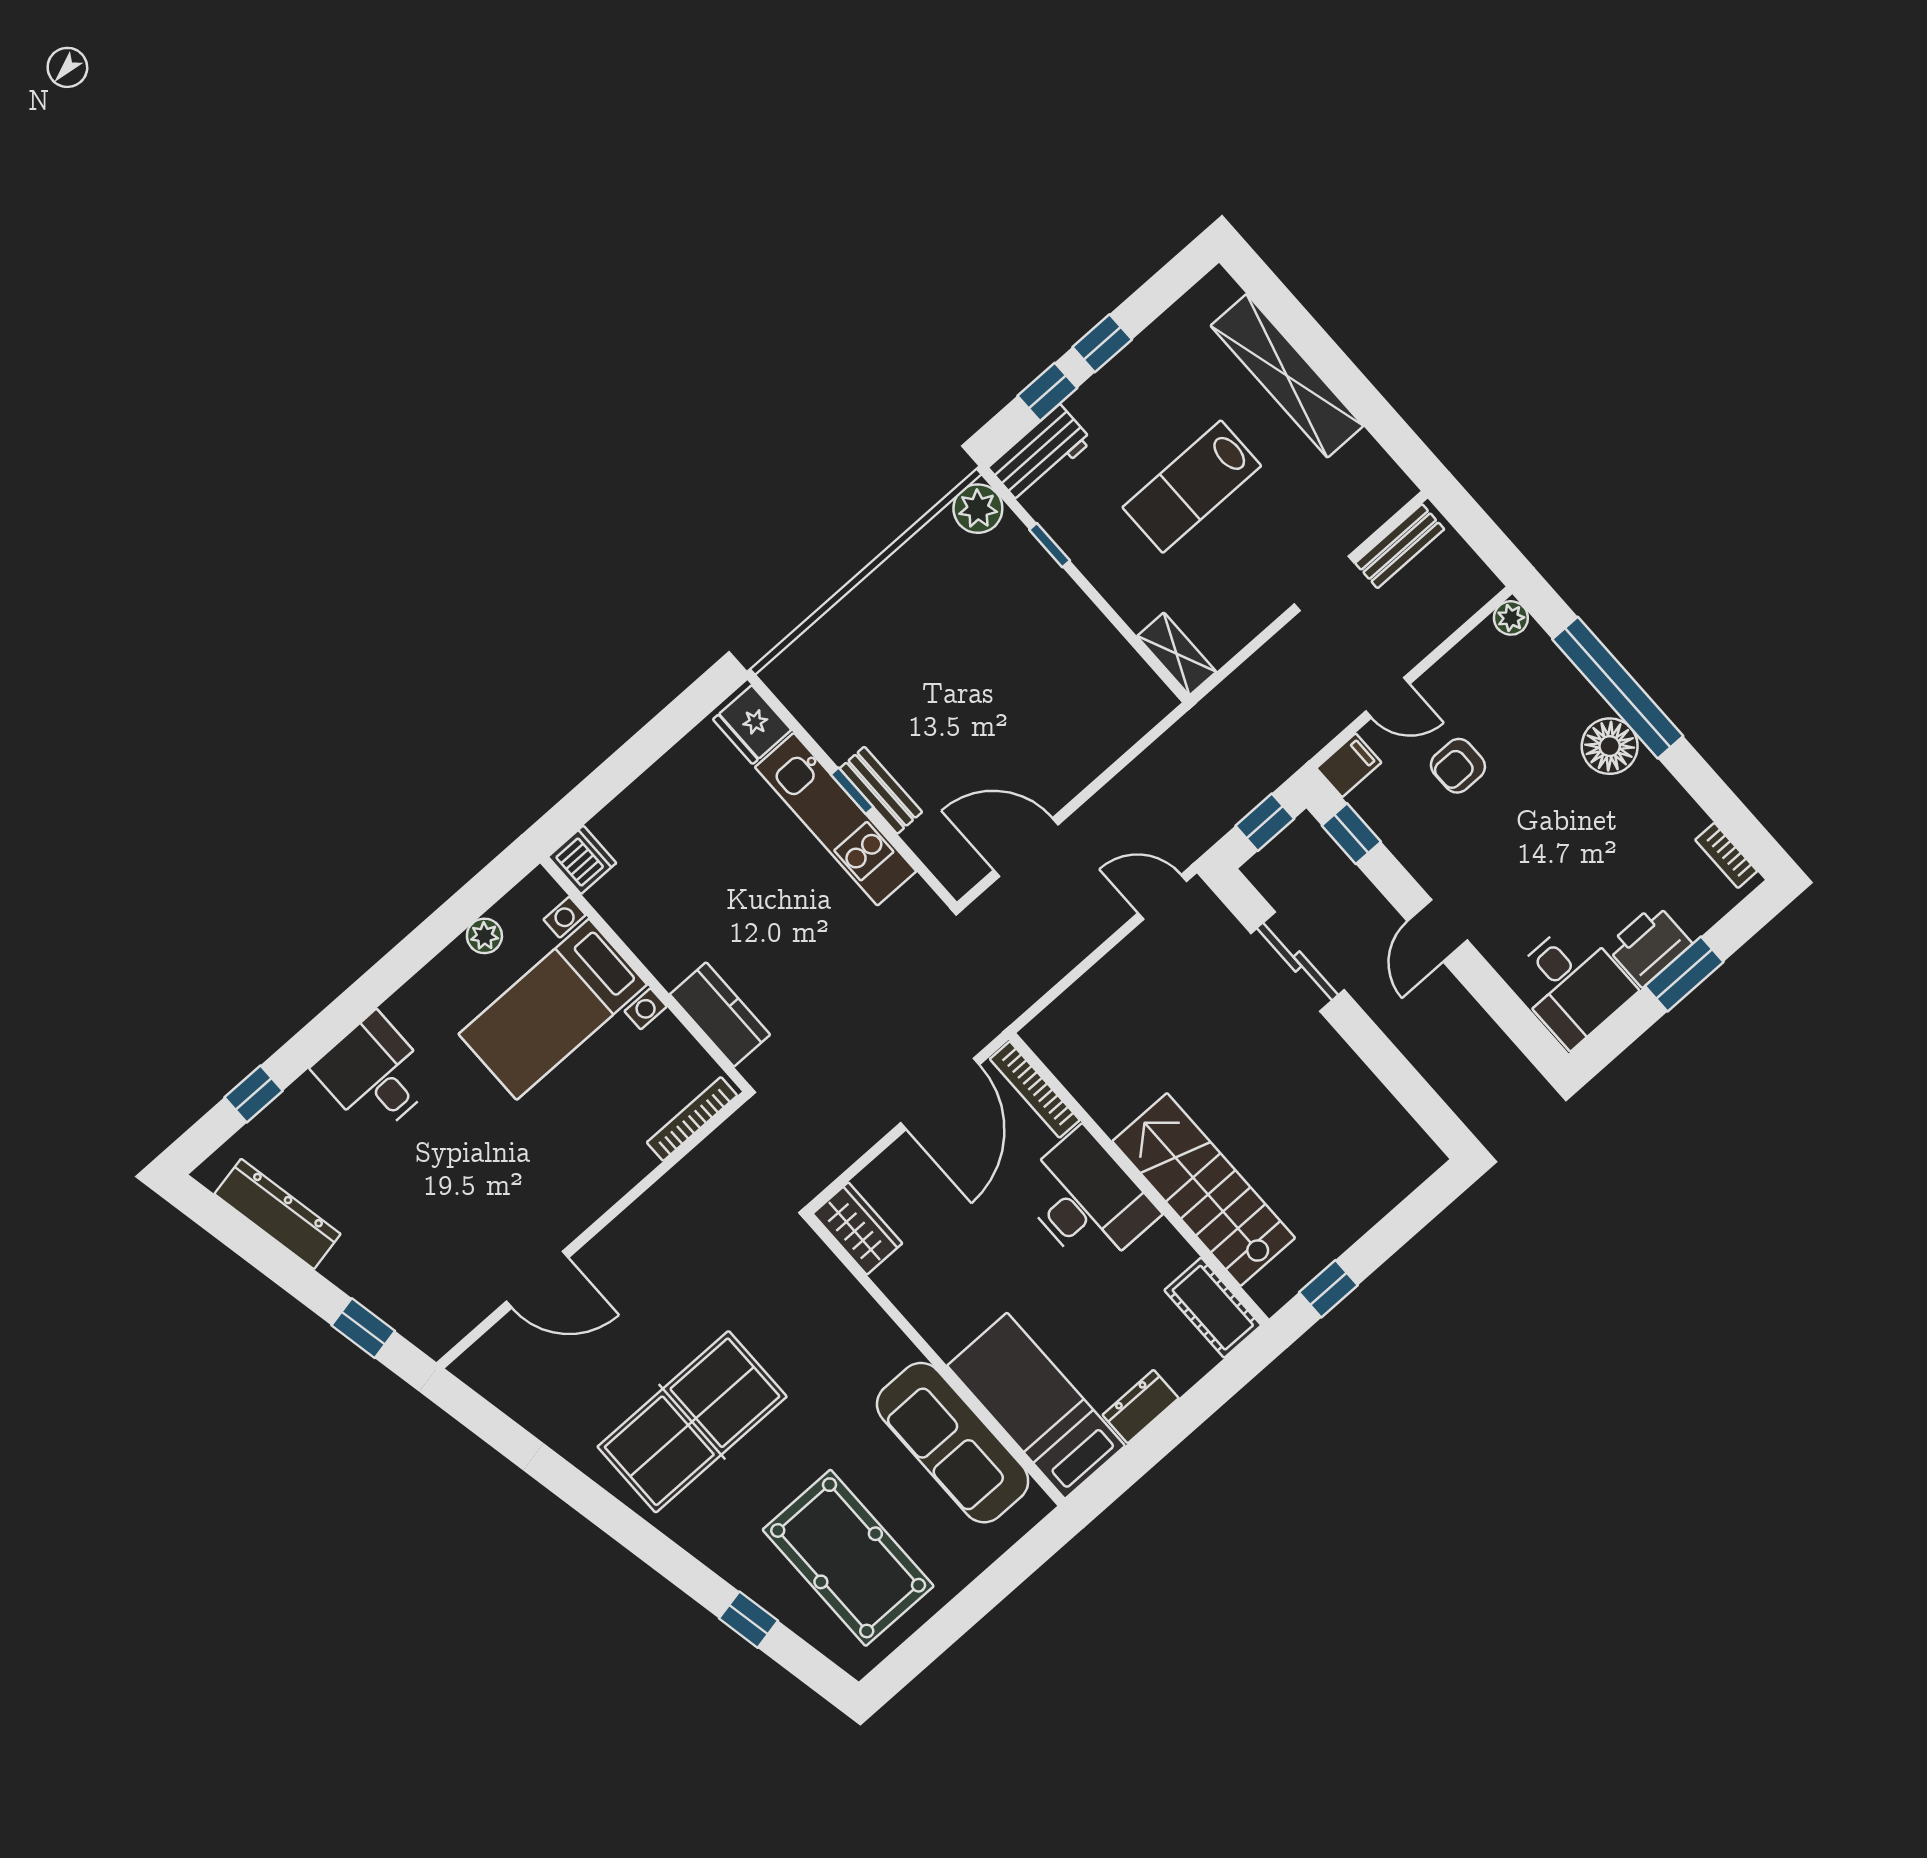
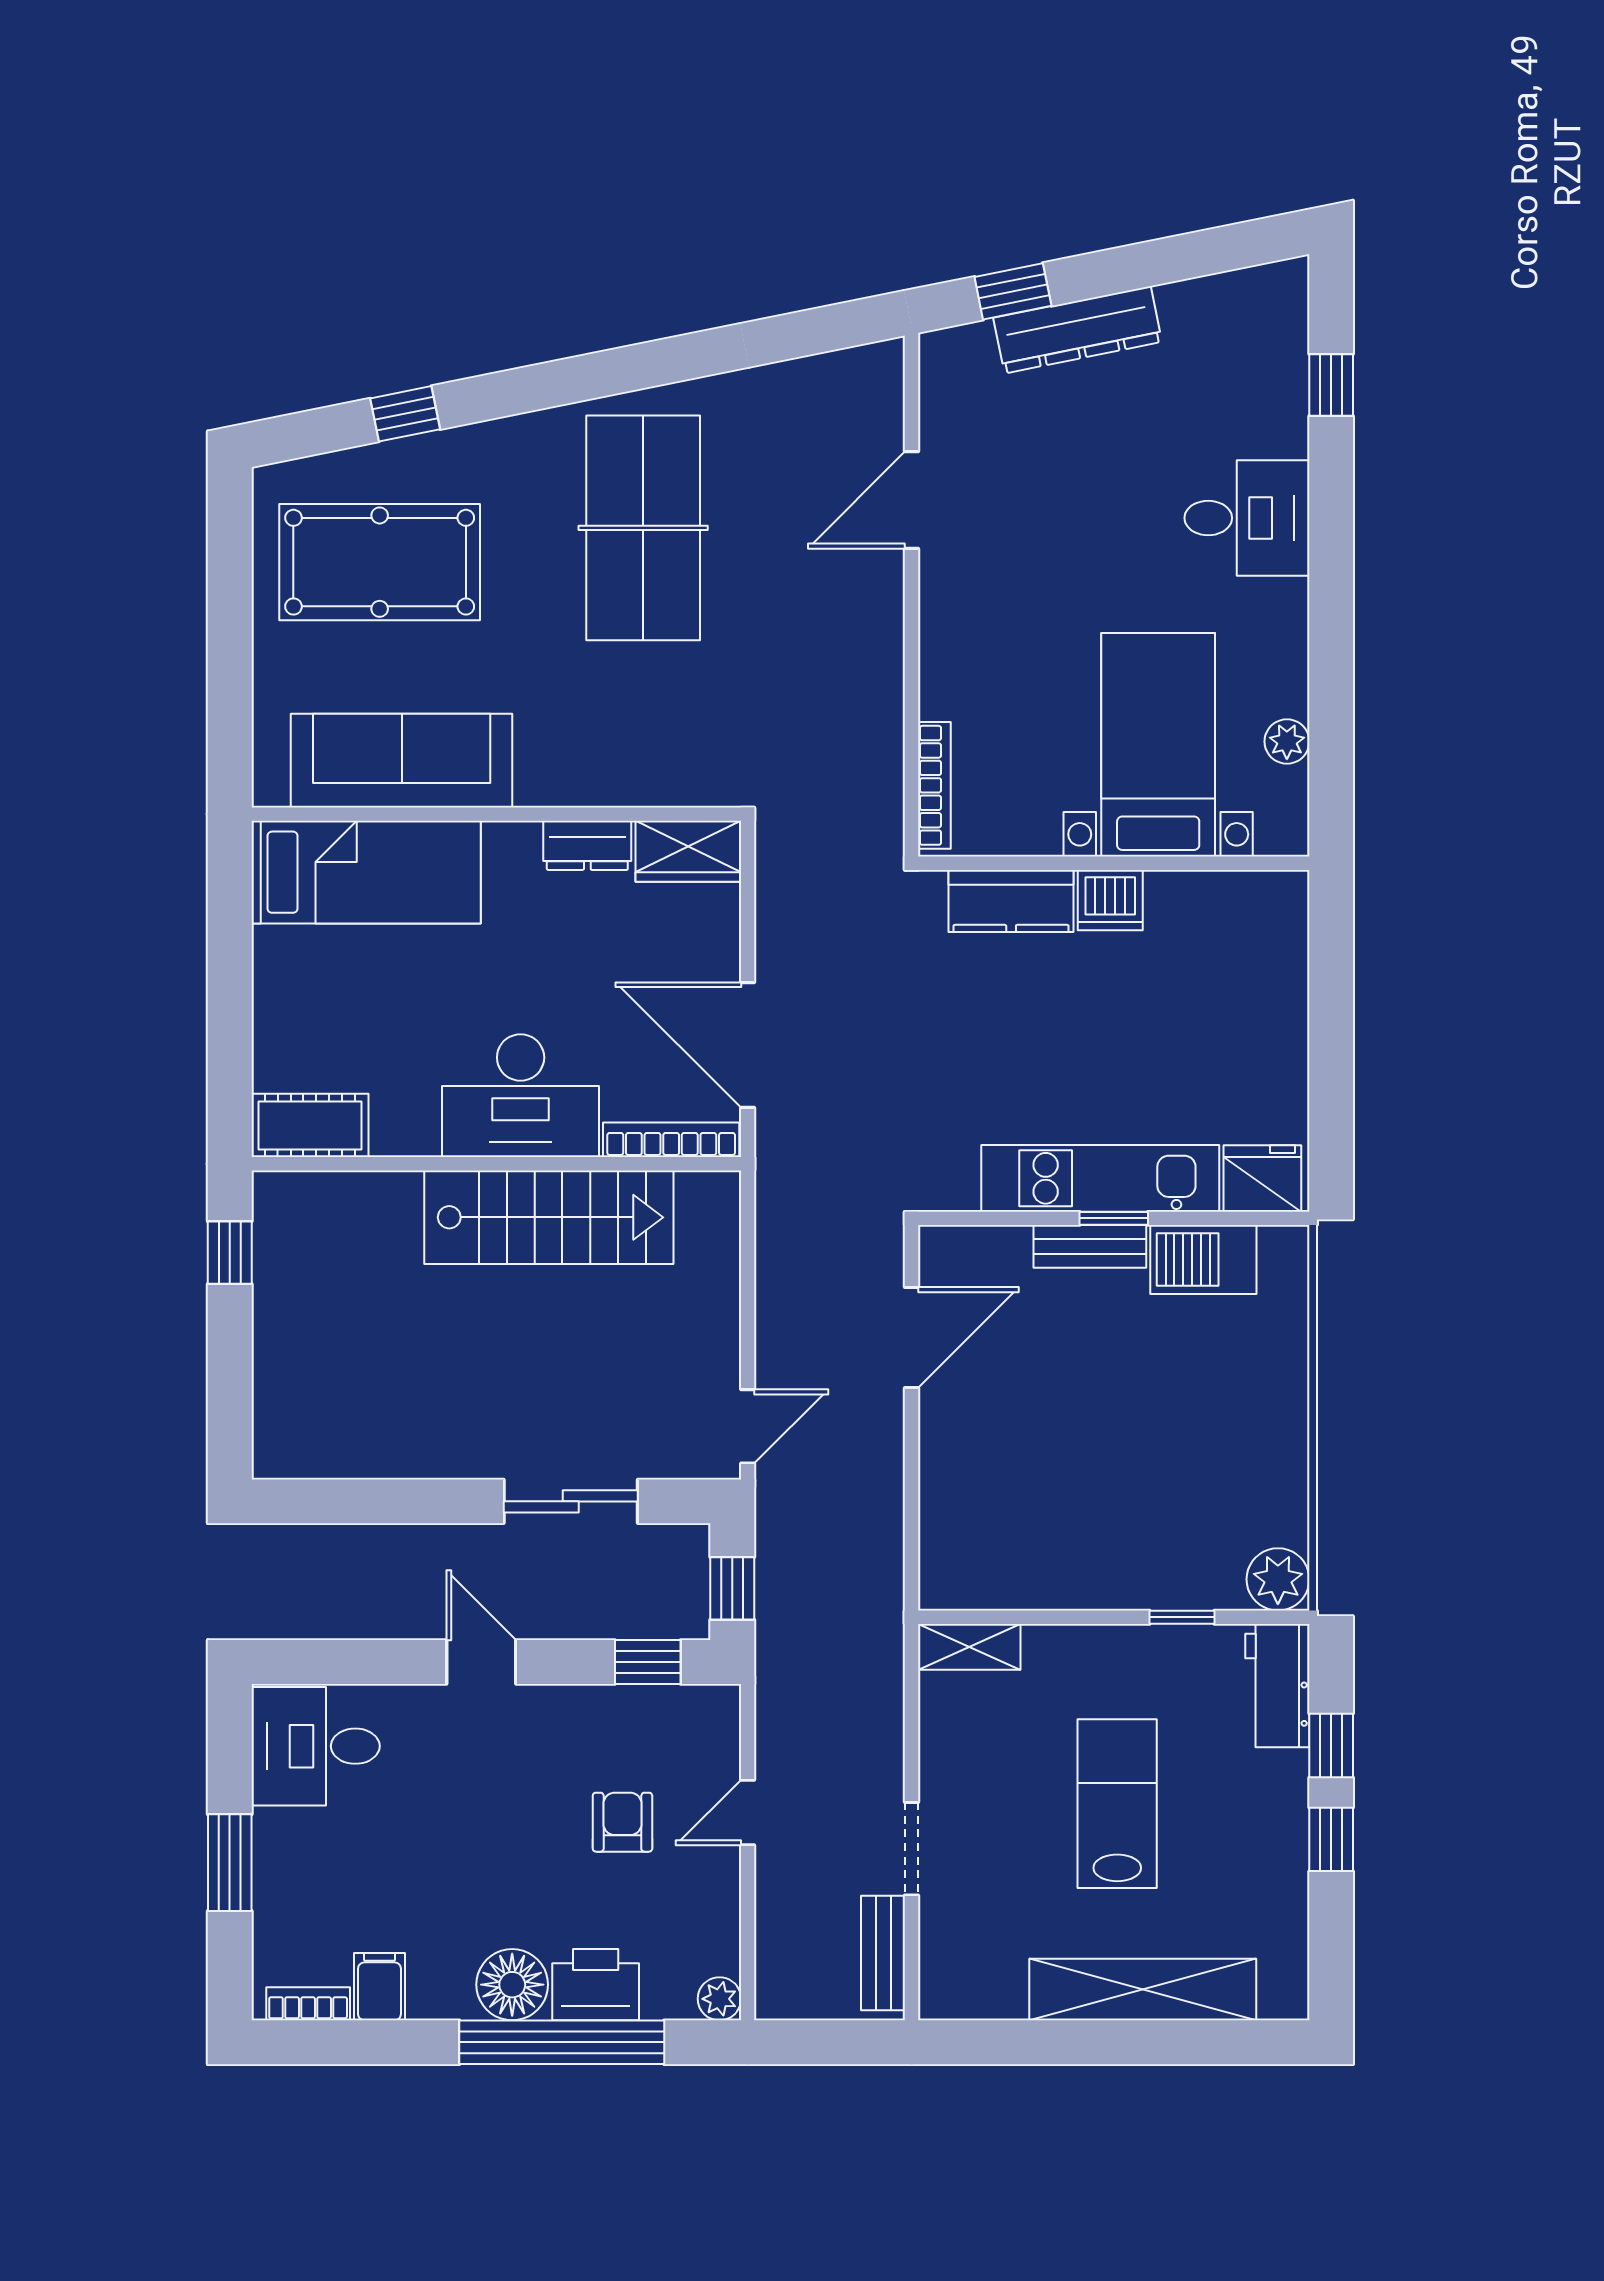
barbecue: (830, 717) -> (1203, 1260), added
filing cabinet: (1349, 765) -> (379, 1987), moved, turned 180
dishwasher: (582, 860) -> (1110, 900), moved
printer: (1649, 945) -> (596, 1985), moved, turned -90
stairs: (1204, 1190) -> (549, 1217), moved
dresser: (278, 1214) -> (1078, 330), moved
dresser: (1141, 1407) -> (587, 845), moved, turned 90

